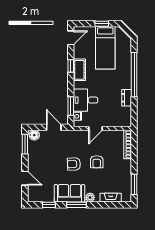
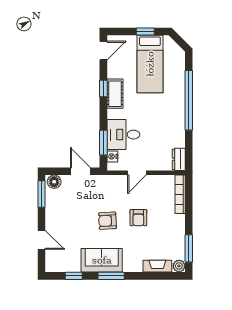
dresser: (127, 98) -> (179, 159), moved
plant: (90, 197) -> (179, 266), moved

